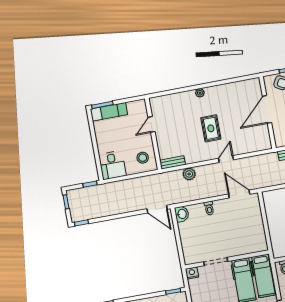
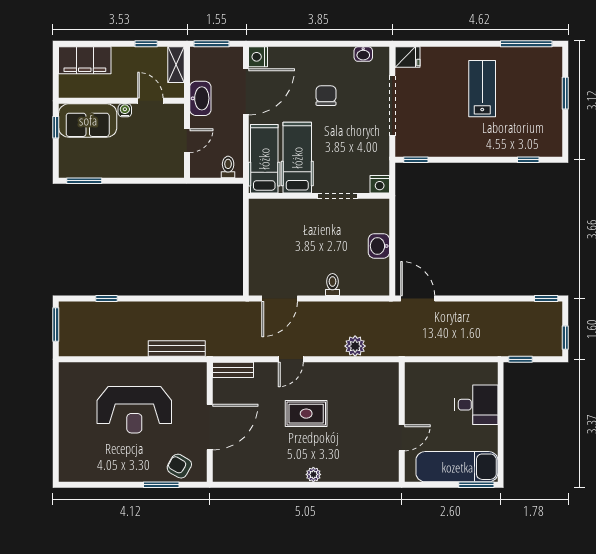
exam couch: (109, 112) -> (457, 467), width x1.36, depth x1.45
rug: (211, 128) -> (306, 414), turned 90
stool: (143, 158) -> (426, 386), removed
bench: (173, 162) -> (233, 370), moved
desk: (112, 165) -> (476, 405), moved, turned 90
door: (239, 194) -> (280, 299), hinge flipped
washbasin: (182, 214) -> (379, 246), moved

